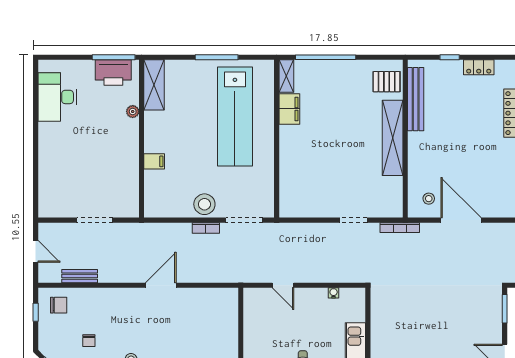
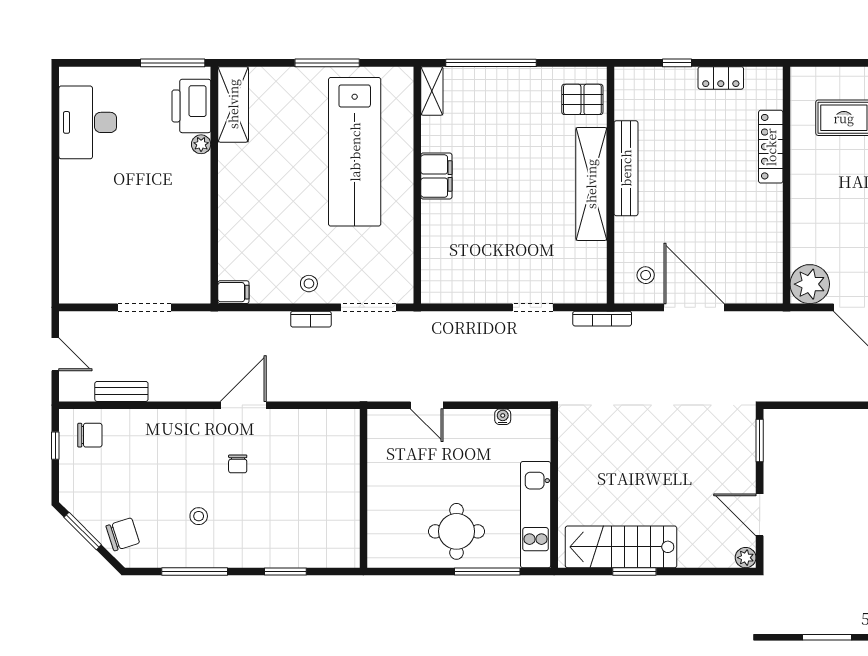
printer: (113, 73) -> (191, 106), moved, turned 90
bench: (416, 99) -> (626, 168), moved
filing cabinet: (289, 109) -> (436, 176), moved
filing cabinet: (154, 161) -> (233, 292), moved
stool: (204, 204) -> (309, 284), width x0.53, depth x0.53
chair: (89, 341) -> (238, 464), moved

